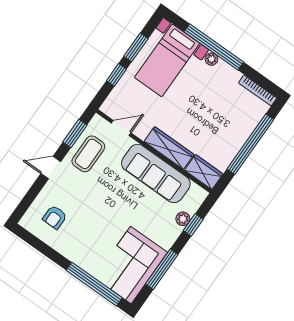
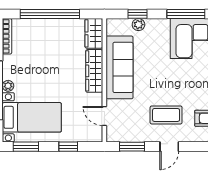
window: (136, 47) -> (26, 147), moved
coffee table: (88, 154) -> (166, 115), moved
door: (51, 168) -> (169, 147), hinge flipped

